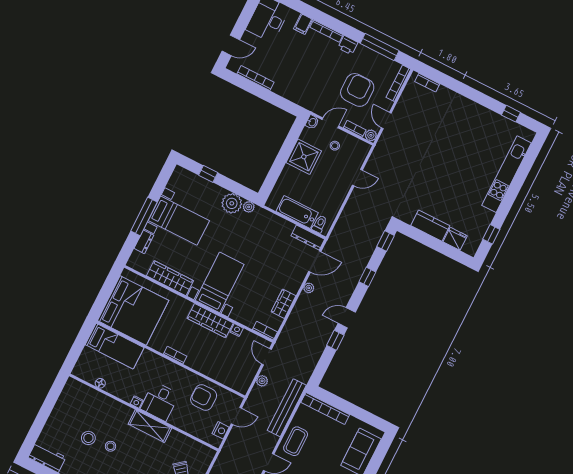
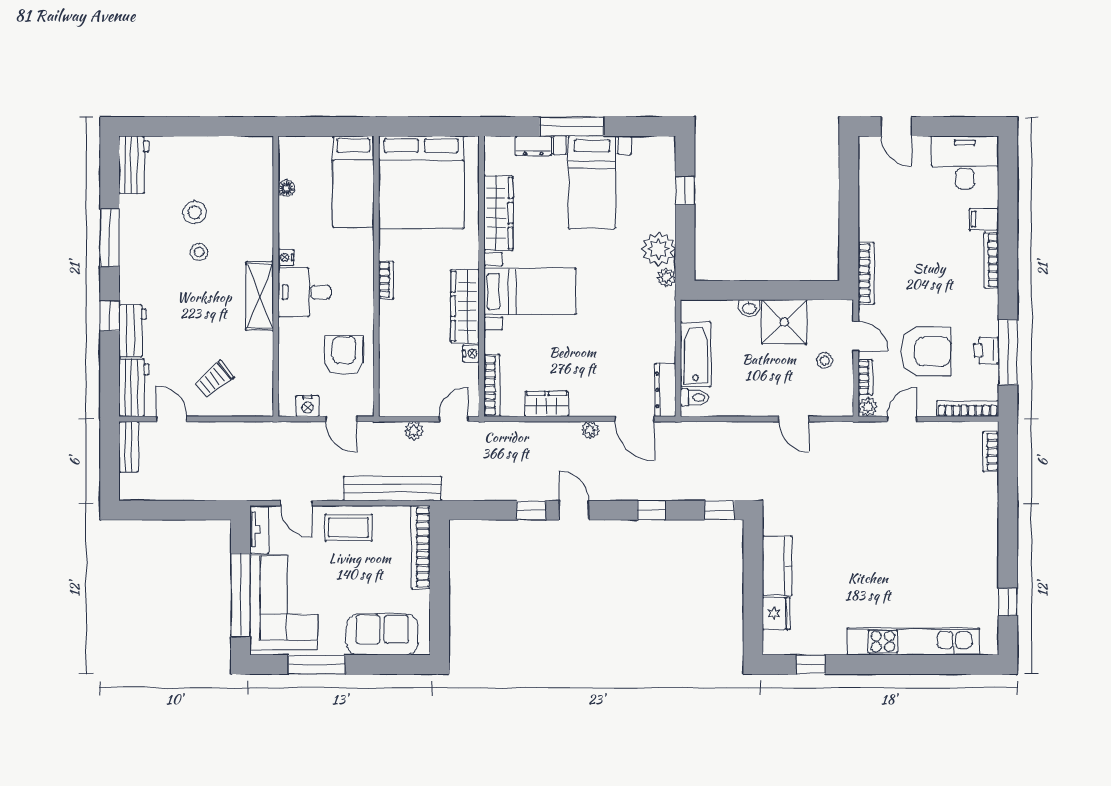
printer: (348, 45) -> (986, 350), moved
bookcase: (256, 78) -> (866, 273), moved
washbasin: (312, 122) -> (749, 308), moved
bookcase: (265, 331) -> (492, 385), width x1.56

